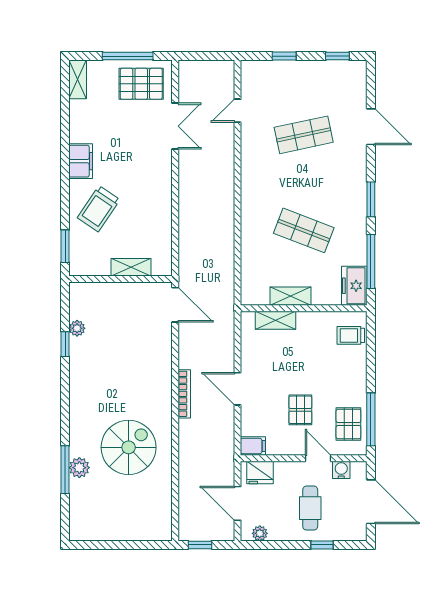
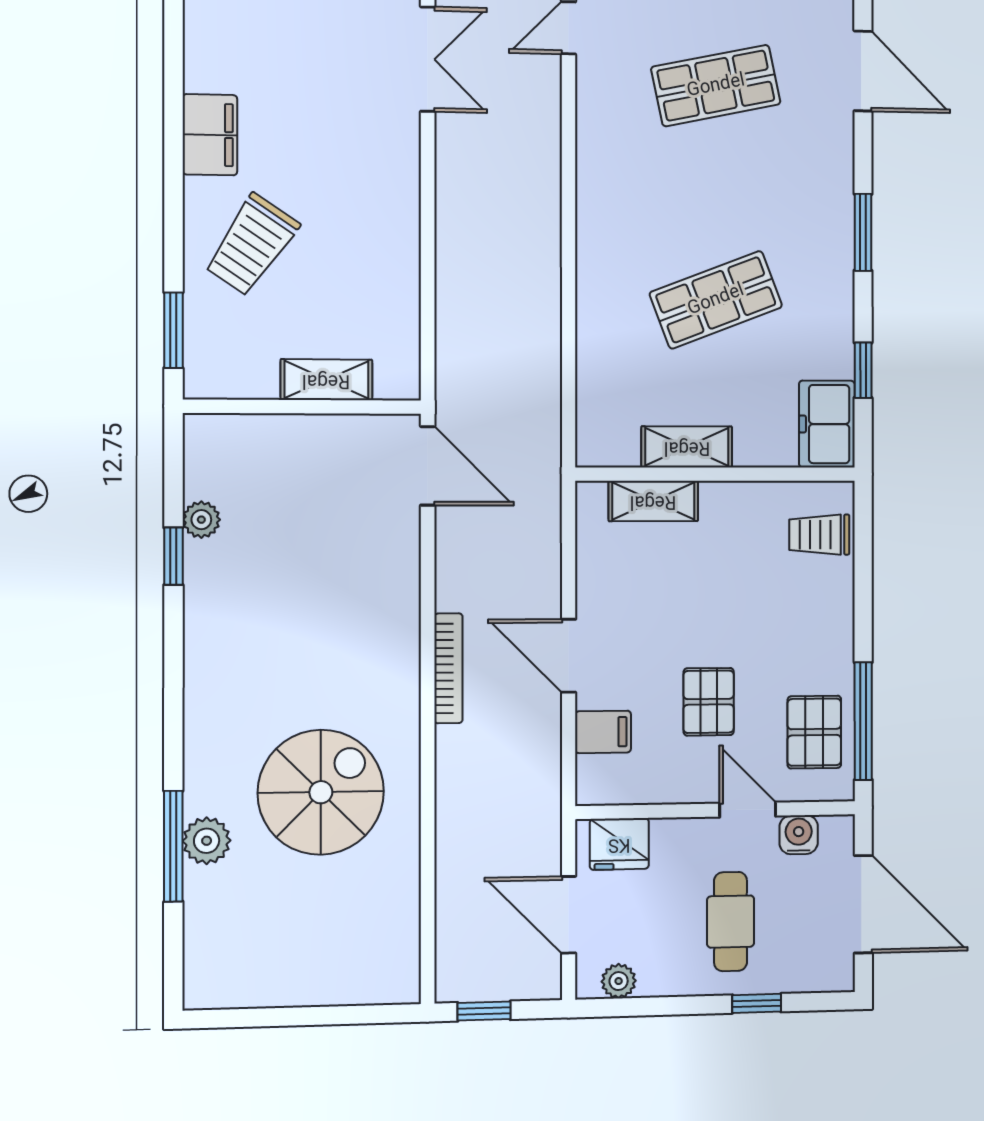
shop shelf: (304, 230) -> (716, 300), turned -42
window: (371, 261) -> (863, 370), width x0.46
filing cabinet: (253, 446) -> (603, 732), moved

